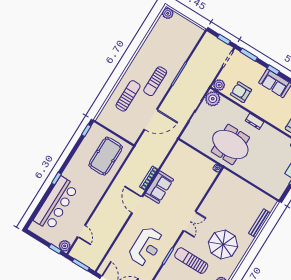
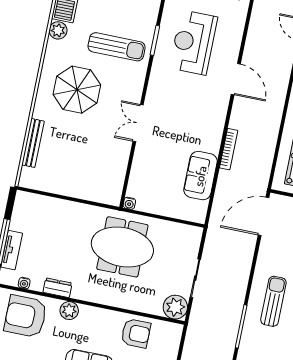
plant: (219, 85) -> (69, 311), moved
door: (151, 119) -> (264, 216), moved
dresser: (254, 121) -> (58, 288), moved
sofa: (159, 187) -> (200, 176), moved
door: (137, 205) -> (236, 79), moved
double door: (190, 221) -> (138, 123), moved

